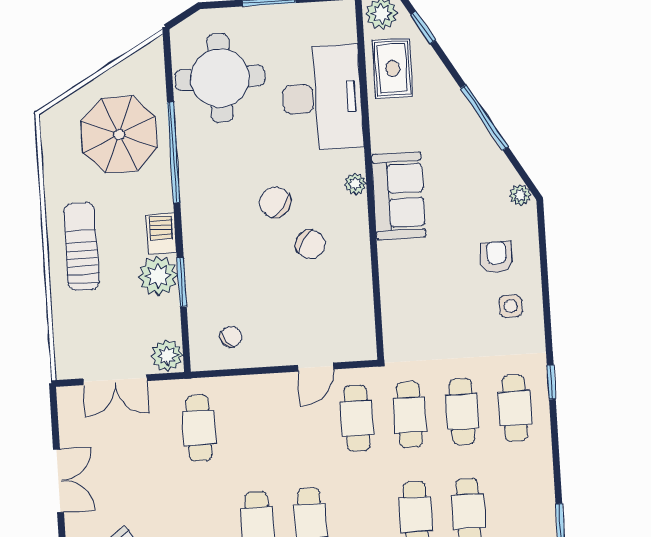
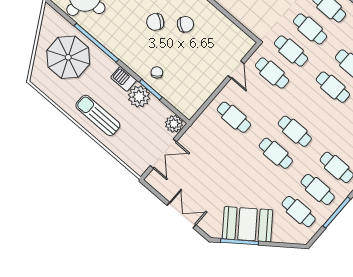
chair: (231, 337) -> (157, 72), moved
cafe table: (199, 428) -> (234, 117), moved

